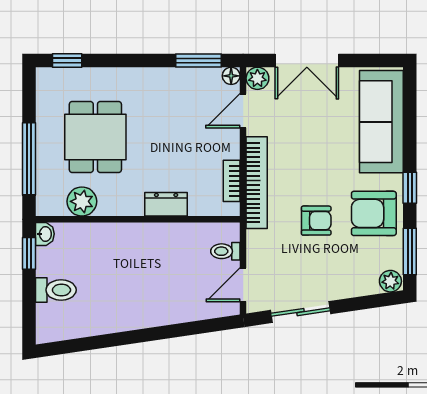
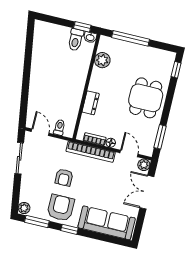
floor lamp: (231, 76) -> (111, 143), moved
dining table: (95, 137) -> (146, 98), moved, turned 90
toilet: (56, 290) -> (76, 40), moved

